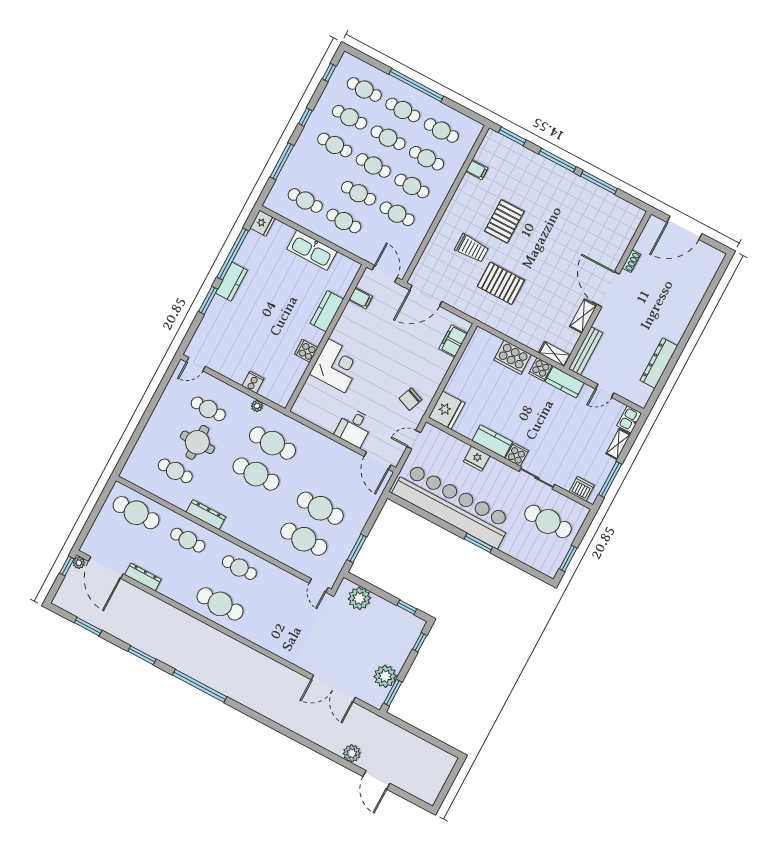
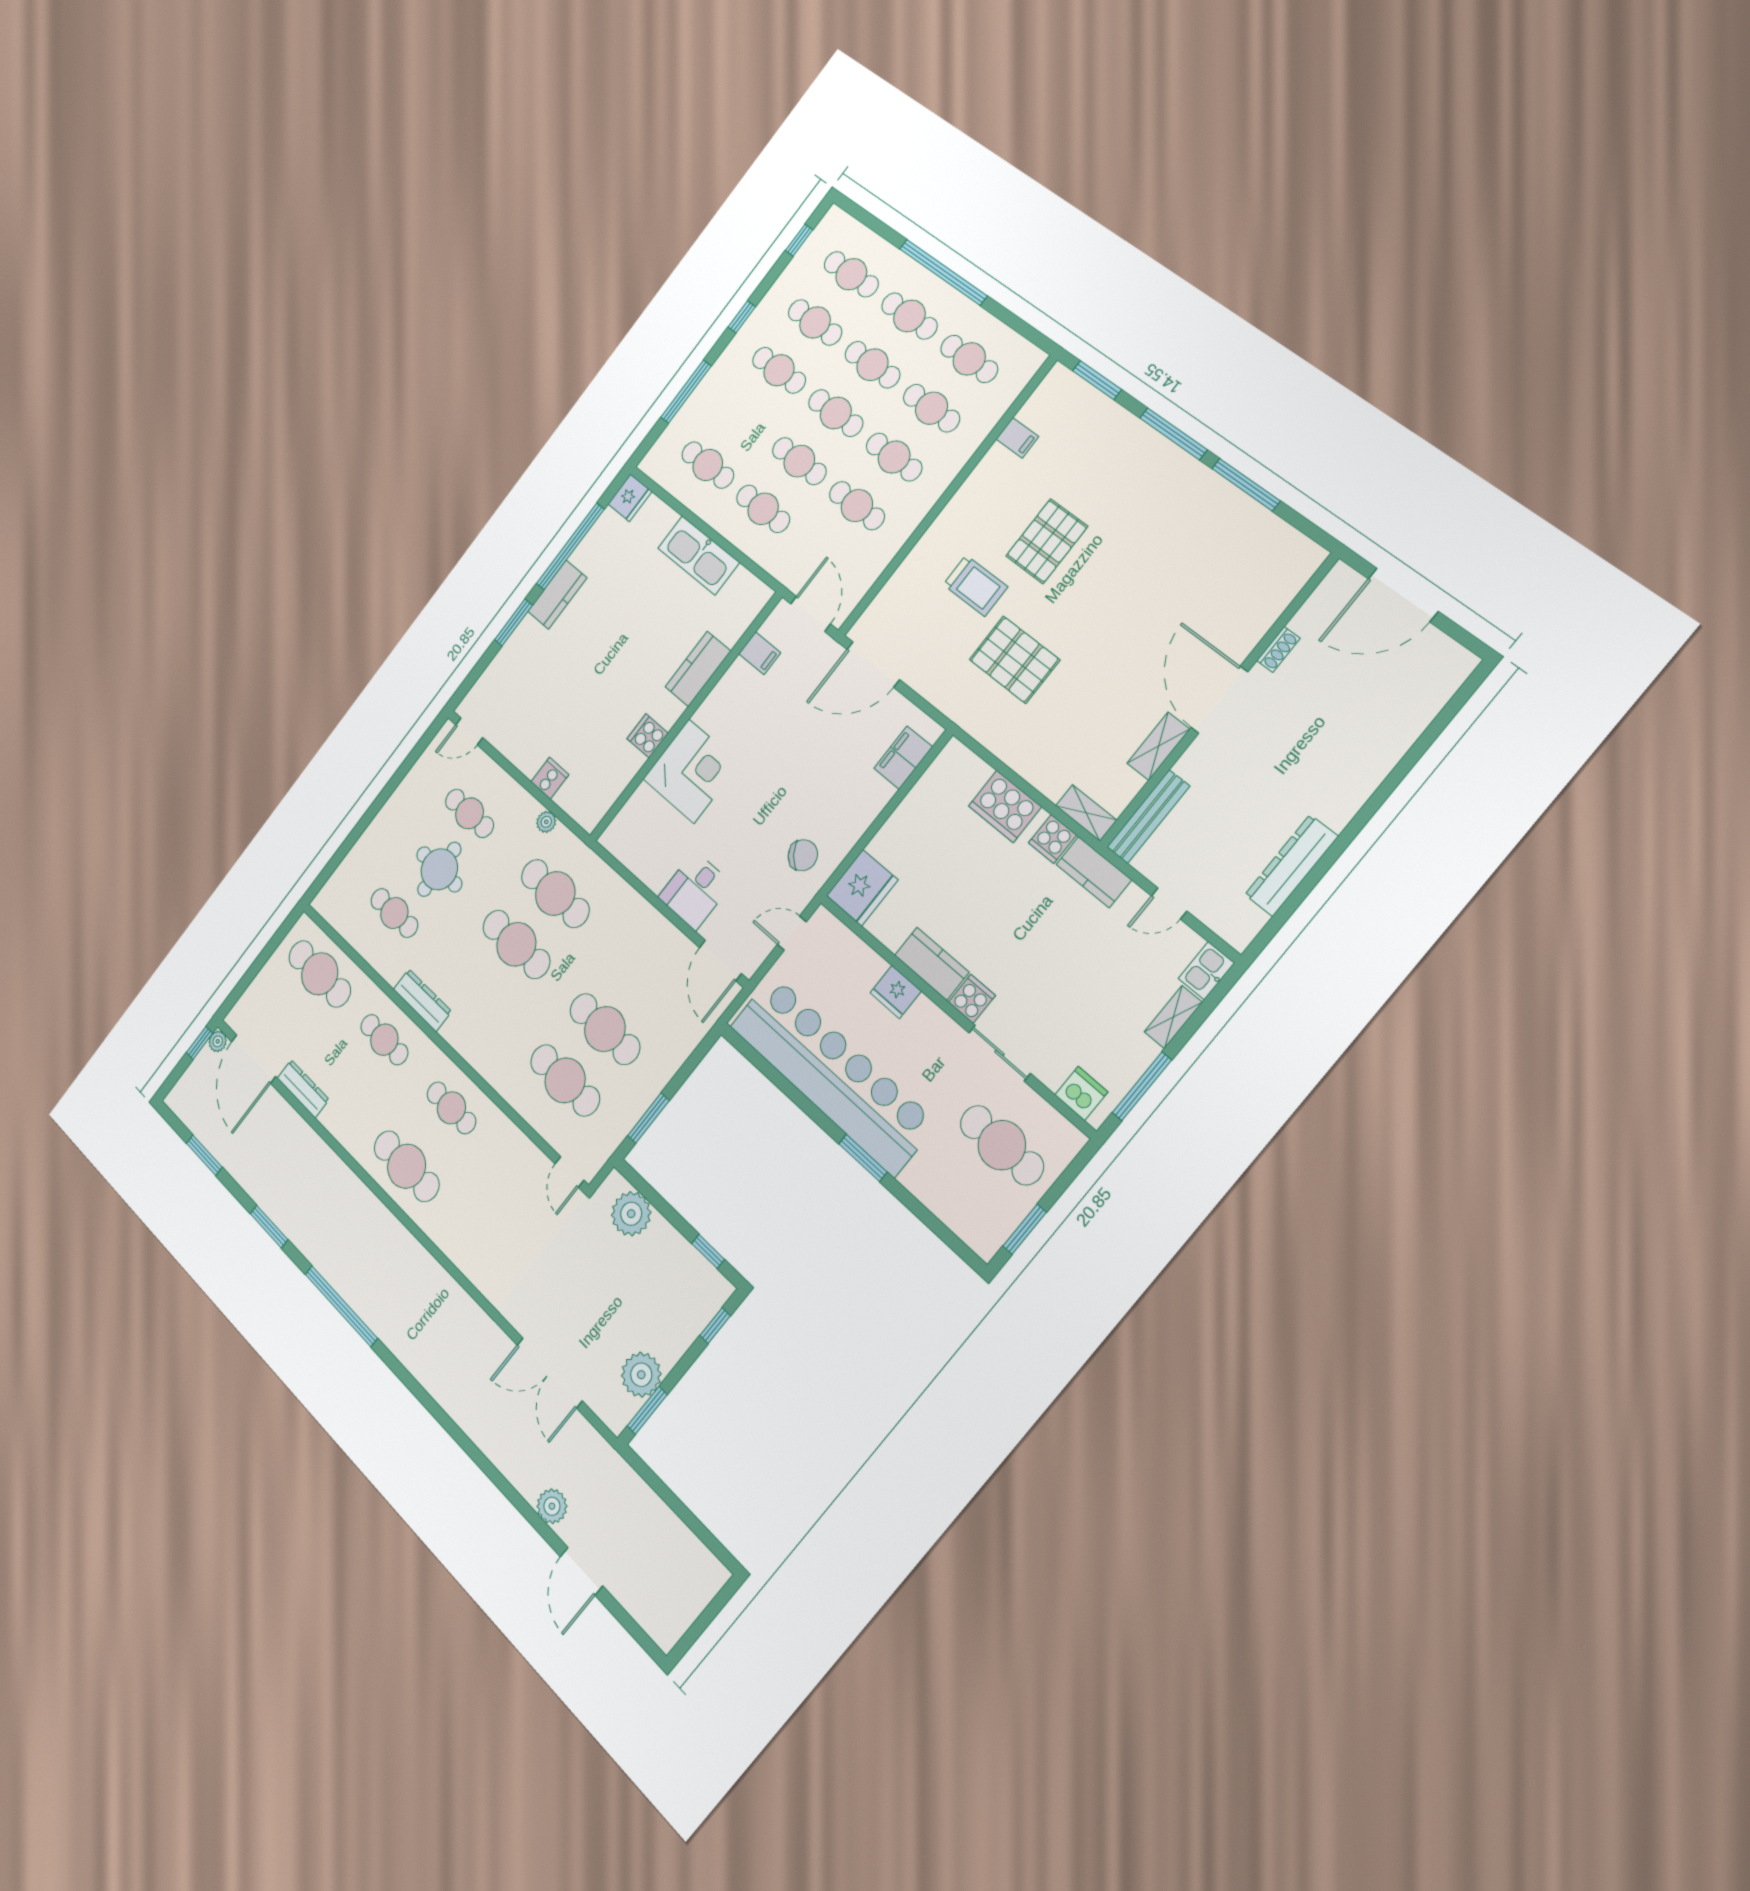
chair: (410, 399) -> (803, 855), turned -150

